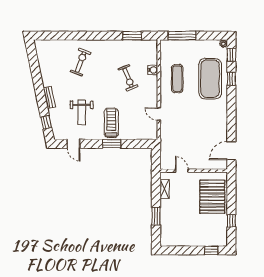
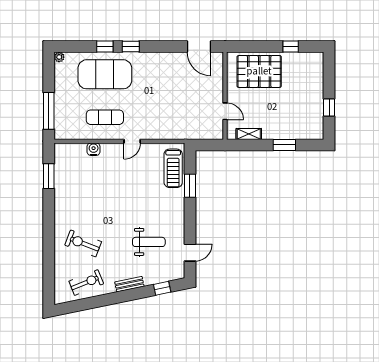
window: (231, 55) -> (131, 47), moved
exercise bike: (128, 78) -> (86, 282), moved
door: (159, 114) -> (132, 141), moved
treadmill: (111, 123) -> (173, 168), moved, turned -90
window: (112, 144) -> (190, 186), moved
door: (182, 171) -> (225, 111), swing flipped
window: (211, 250) -> (329, 107), moved

